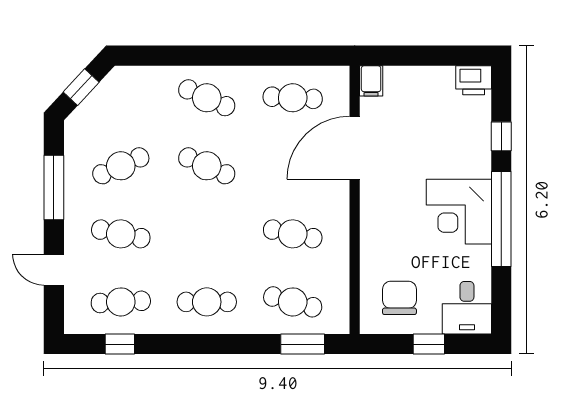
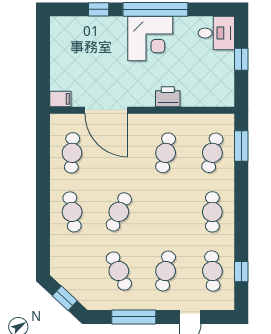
printer: (474, 80) -> (168, 97), moved, turned -90
cafe table: (207, 98) -> (72, 212), turned -33
chair: (399, 298) -> (210, 79), removed

